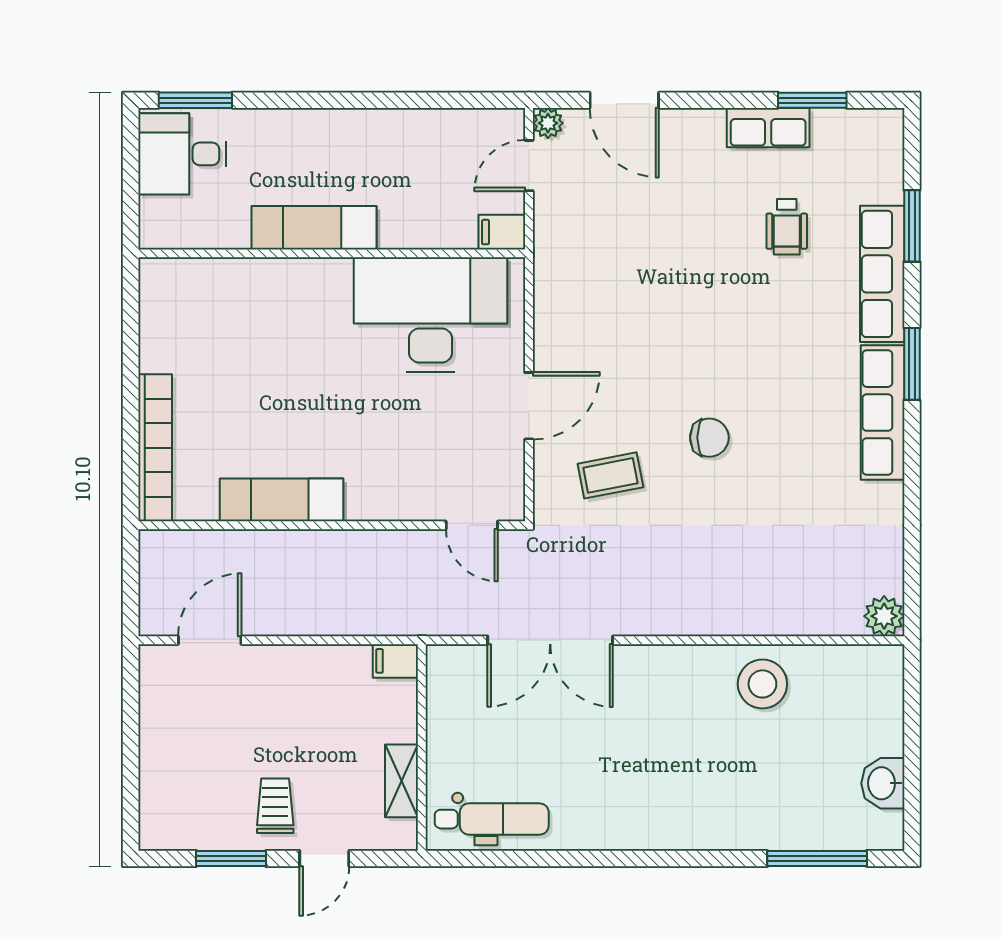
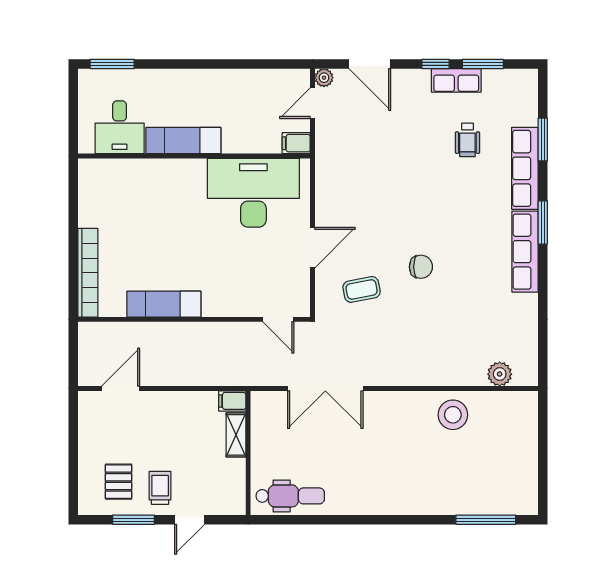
window: (734, 100) -> (436, 64), added
desk: (182, 154) -> (120, 127), moved, turned -90
plant: (884, 616) -> (500, 374), moved
shelving: (401, 781) -> (236, 435), moved
washbasin: (883, 783) -> (525, 474), removed
pallet: (206, 795) -> (119, 482), added

